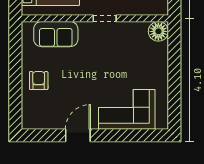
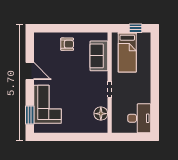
floor lamp: (158, 31) -> (101, 114), moved
window: (142, 135) -> (30, 115), added

